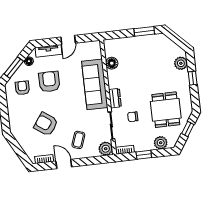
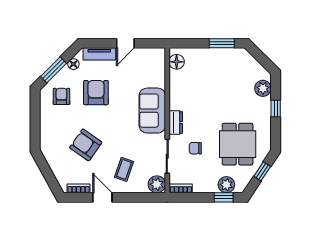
floor lamp: (112, 63) -> (177, 62), moved
sofa: (95, 84) -> (152, 111), width x0.73
window: (144, 155) -> (224, 197), moved

